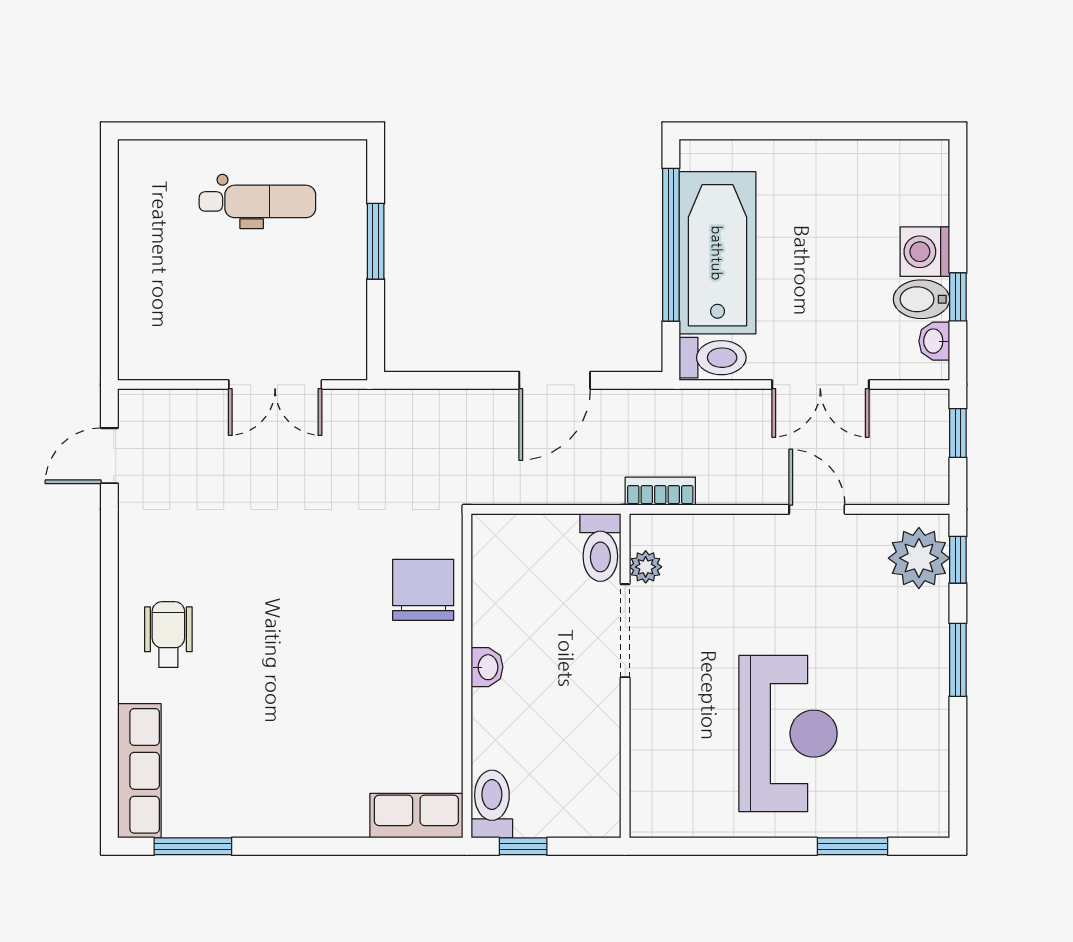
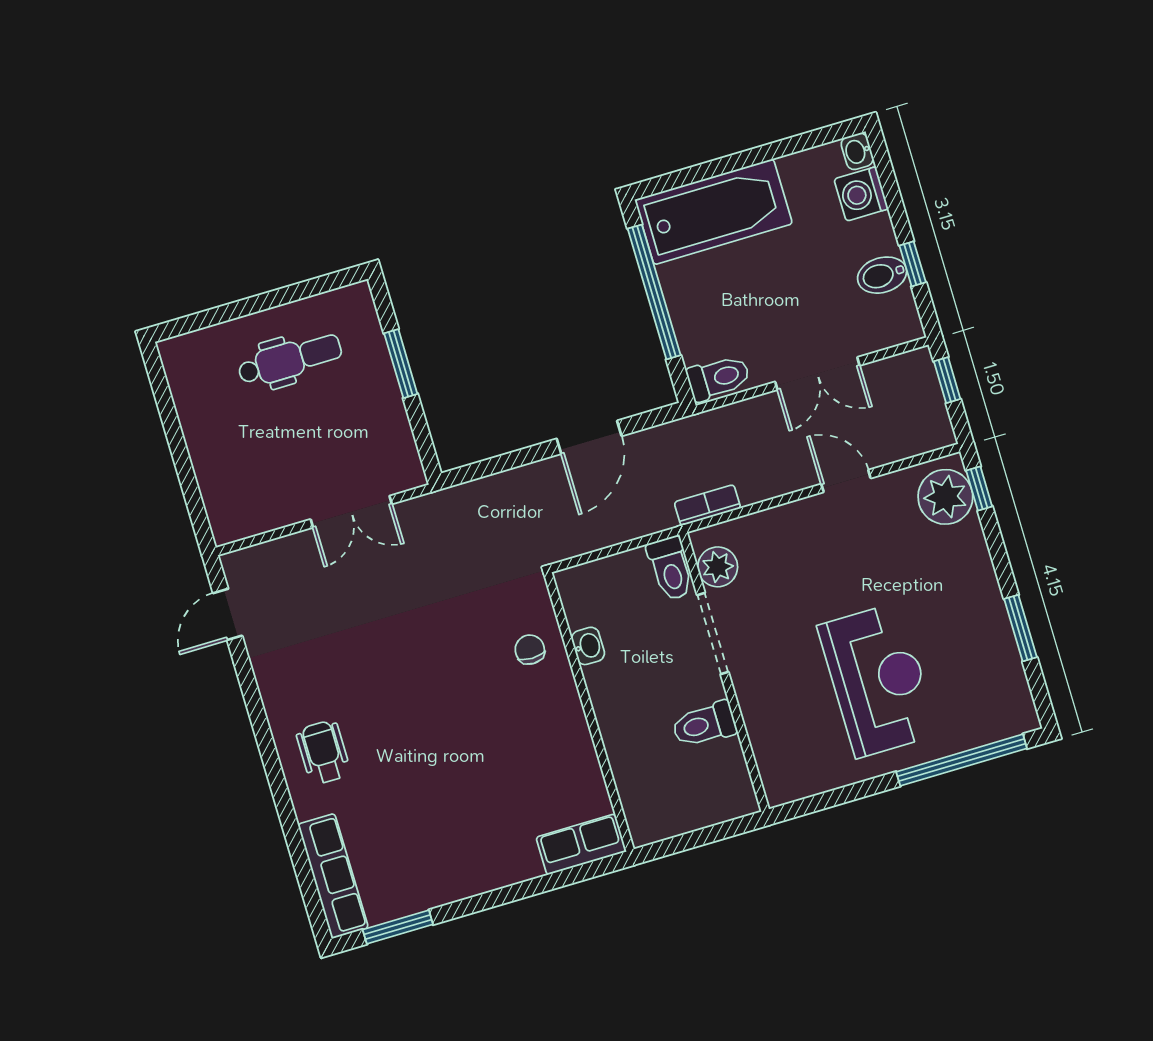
washing machine: (925, 252) -> (861, 194), moved
bathtub: (717, 253) -> (714, 212), moved, turned 90
washbasin: (934, 341) -> (857, 151), moved
plant: (646, 567) -> (718, 567), width x1.38, depth x1.38
chair: (423, 590) -> (530, 650), width x0.54, depth x0.54
window: (958, 660) -> (1021, 628), moved
washbasin: (487, 667) -> (588, 646), moved
toilet: (492, 804) -> (704, 724), moved, turned -90
window: (523, 846) -> (680, 843), removed
window: (852, 846) -> (962, 760), width x2.11

